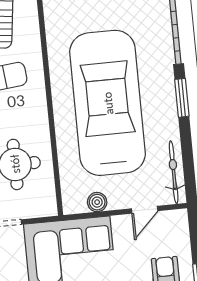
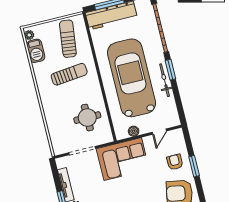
bicycle: (174, 172) -> (165, 80), moved

